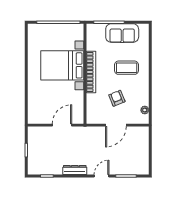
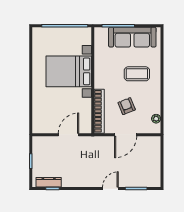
sofa: (122, 33) -> (132, 37), width x1.36
bookcase: (91, 72) -> (99, 111), moved
dresser: (75, 170) -> (49, 182), moved

